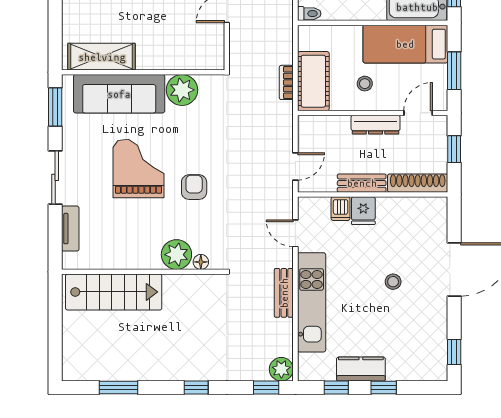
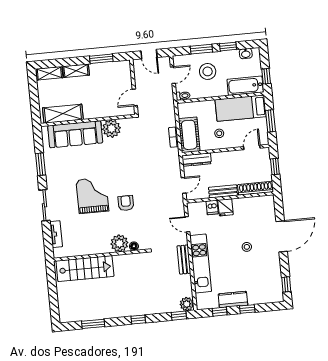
shelving: (102, 57) -> (63, 114), moved
wall: (143, 72) -> (88, 120), moved
plant: (182, 90) -> (112, 129), moved
sofa: (119, 94) -> (75, 134), moved
dresser: (376, 125) -> (197, 160), moved

